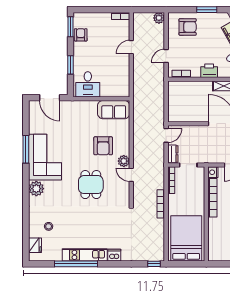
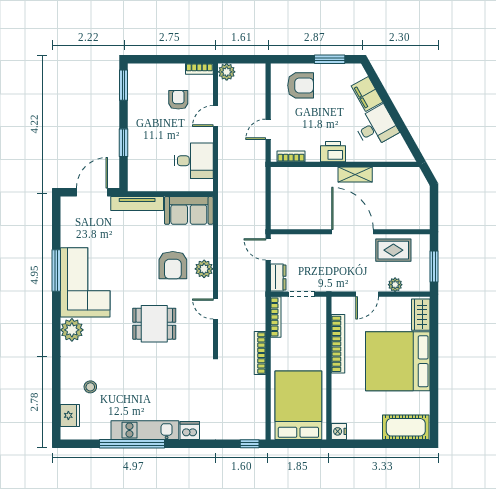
plant: (159, 18) -> (227, 72), moved
armchair: (81, 35) -> (178, 100), moved
desk: (88, 84) -> (194, 161), moved, turned -90
door: (50, 98) -> (92, 192), swing flipped
tv unit: (79, 105) -> (137, 203), added
door: (166, 135) -> (268, 249), swing flipped
plant: (124, 161) -> (204, 269), moved
nightstand: (213, 172) -> (339, 431), moved
dining table: (91, 185) -> (154, 324), turned 90

